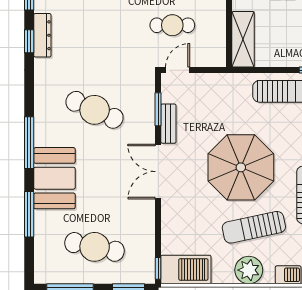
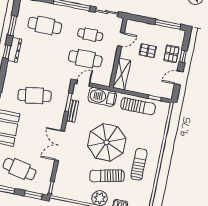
cafe table: (172, 25) -> (85, 59), width x1.37, depth x1.35
cafe table: (95, 110) -> (34, 96), turned -33
double door: (158, 172) -> (60, 146), moved
barbecue: (186, 269) -> (102, 97), moved, turned 180

